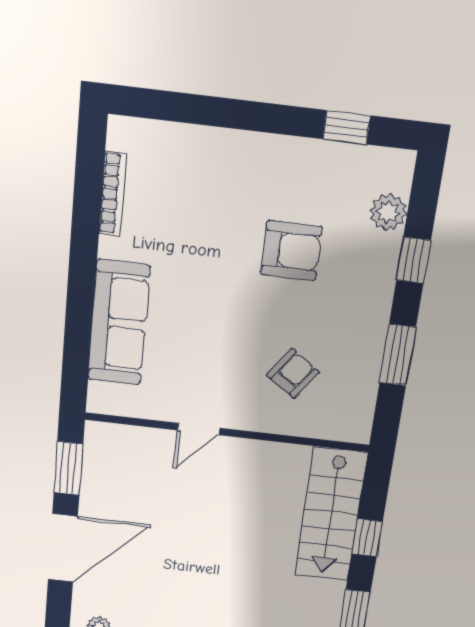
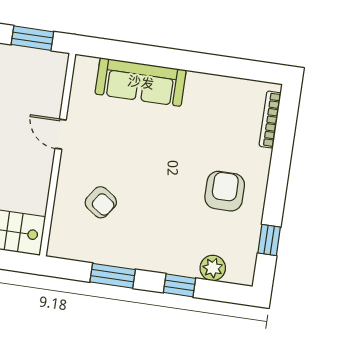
bookcase: (112, 194) -> (270, 120), moved, turned 90
armchair: (291, 251) -> (225, 191), moved, turned 180

